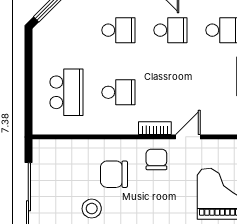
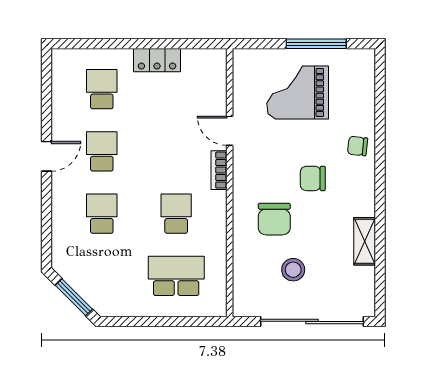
chair: (156, 159) -> (313, 178), moved
stool: (92, 209) -> (293, 270), moved

